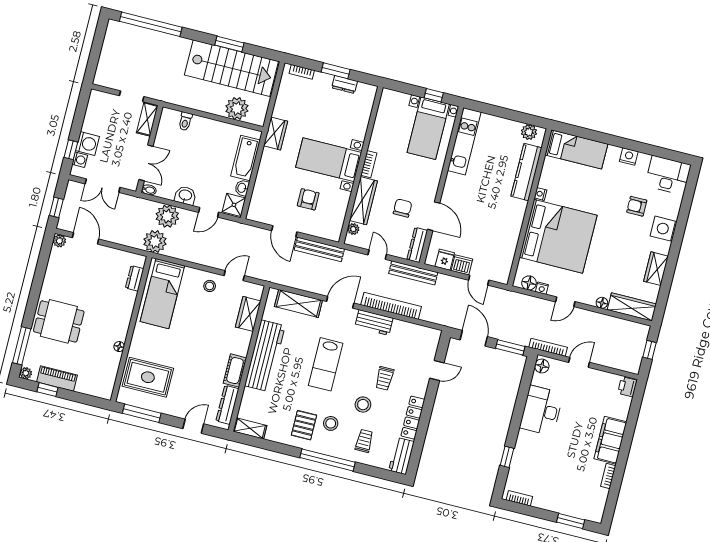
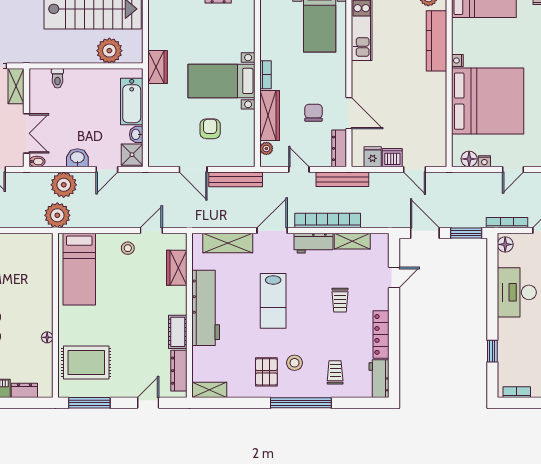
dresser: (135, 278) -> (24, 390), moved, turned 90
shelving: (408, 329) -> (352, 241), added
stool: (363, 405) -> (324, 334), removed

